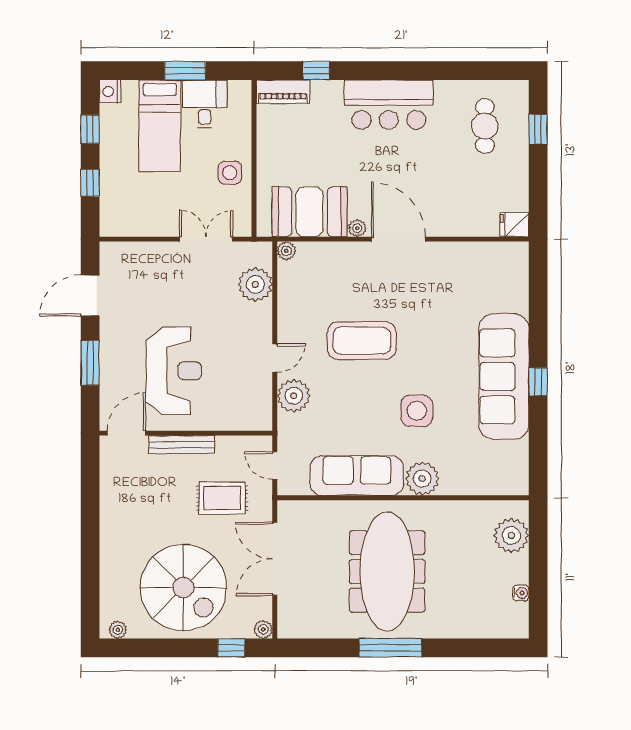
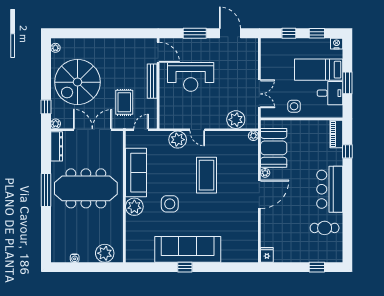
cafe table: (485, 126) -> (325, 228), moved
dresser: (307, 628) -> (57, 146), added

